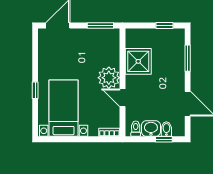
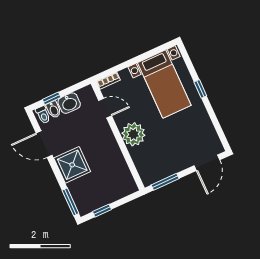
window: (188, 58) -> (70, 202), moved
shower: (138, 61) -> (72, 165), moved
door: (123, 98) -> (105, 108), moved
toilet: (136, 129) -> (43, 115), moved

